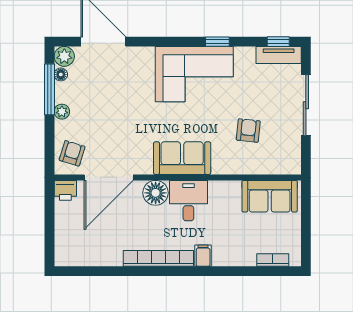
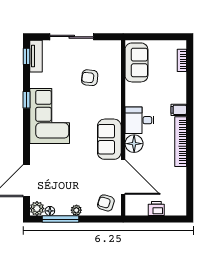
sofa: (182, 158) -> (109, 139), moved
printer: (65, 190) -> (156, 208), moved, turned -90

